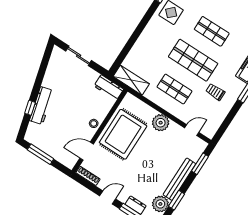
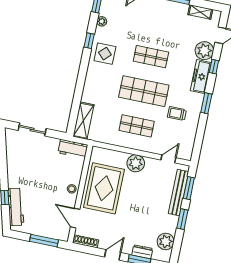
shelving: (131, 80) -> (83, 121), moved, turned 90
workbench: (41, 106) -> (16, 207), moved
door: (87, 151) -> (75, 218), hinge flipped
window: (41, 154) -> (44, 241), moved
bench: (179, 179) -> (179, 193), moved
window: (177, 200) -> (182, 219), moved

